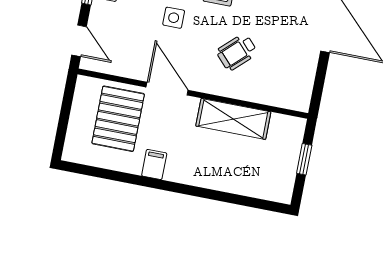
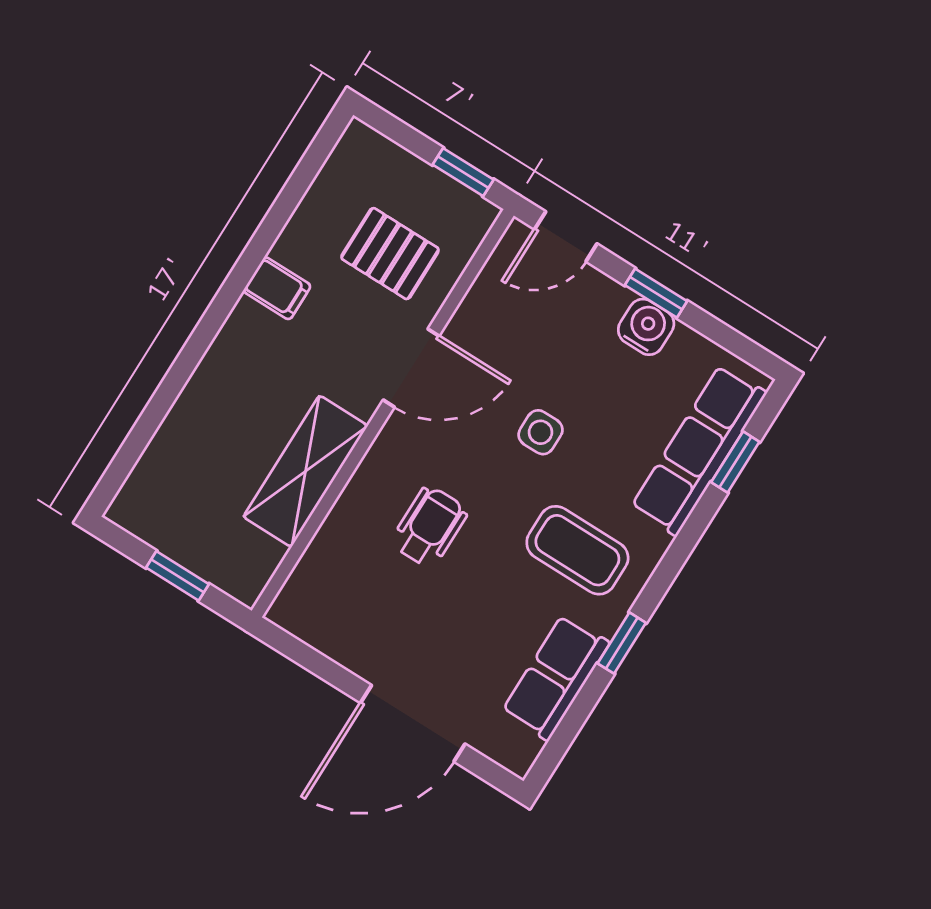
wheelchair: (237, 52) -> (429, 527), turned 43
window: (68, 99) -> (463, 172), added
pallet: (118, 119) -> (390, 254), width x0.67, depth x0.71

